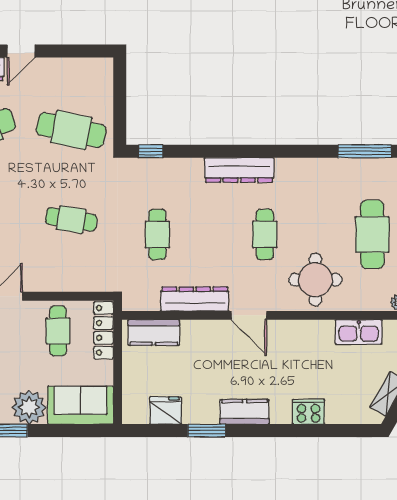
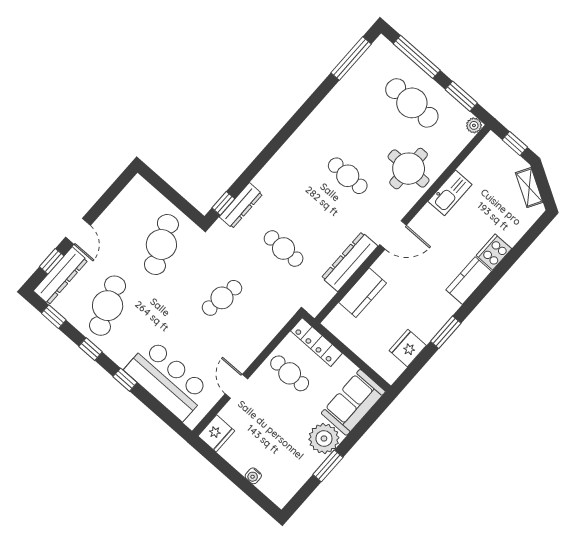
cafe table: (71, 130) -> (161, 245), turned -36
dresser: (239, 170) -> (241, 206), moved, width x0.73, depth x0.80
kitchen sink: (359, 332) -> (450, 193), moved
kitchen counter: (154, 333) -> (363, 293), moved
kitchen counter: (245, 412) -> (469, 281), moved

